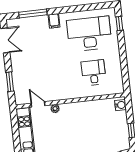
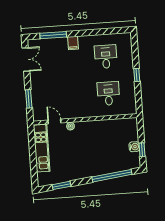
window: (119, 24) -> (137, 75), moved
desk: (89, 34) -> (106, 57), width x0.53, depth x0.77
water cooler: (120, 105) -> (134, 147), moved

